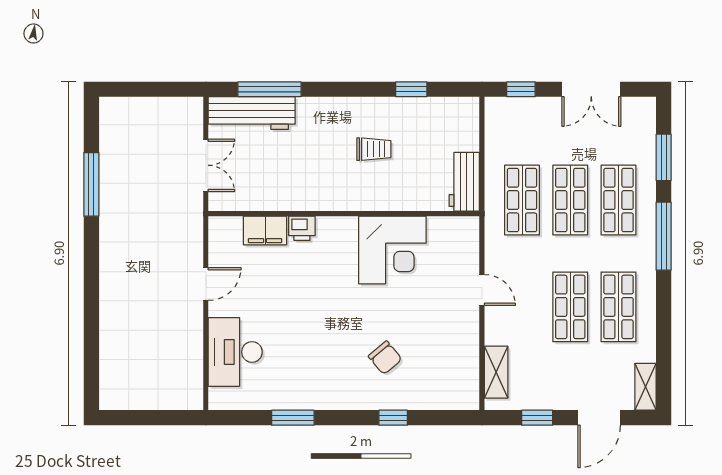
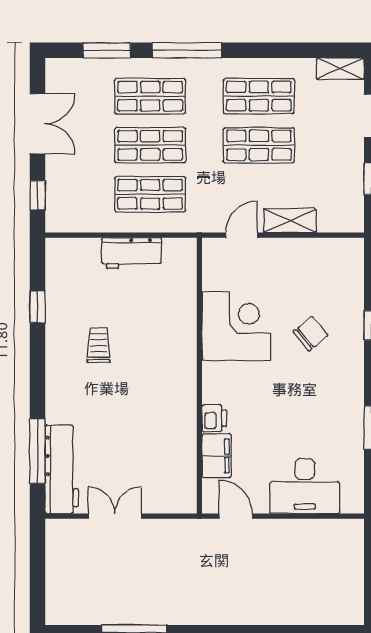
wall: (344, 214) -> (199, 376), moved
printer: (302, 228) -> (214, 418), moved
filing cabinet: (265, 231) -> (217, 456), moved
corner desk: (392, 250) -> (236, 326), moved
shelving: (496, 372) -> (290, 221), moved

